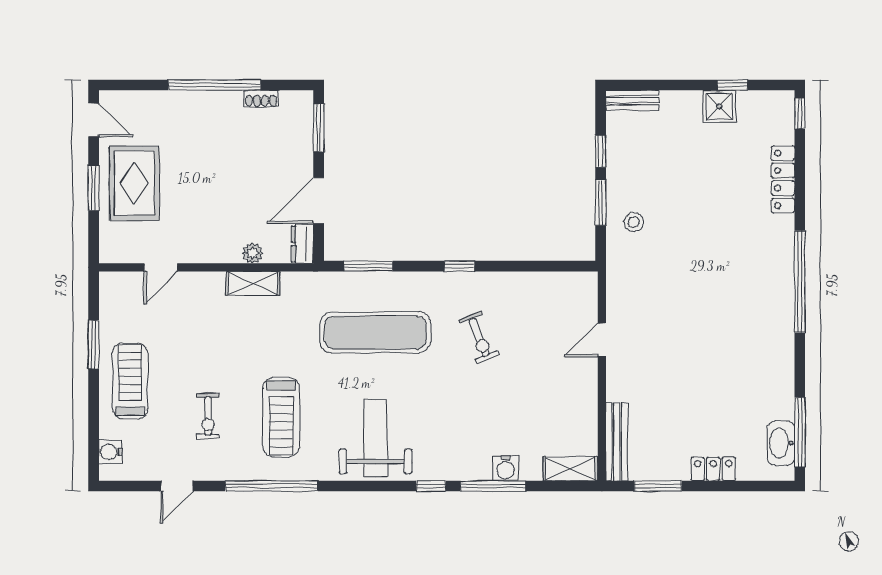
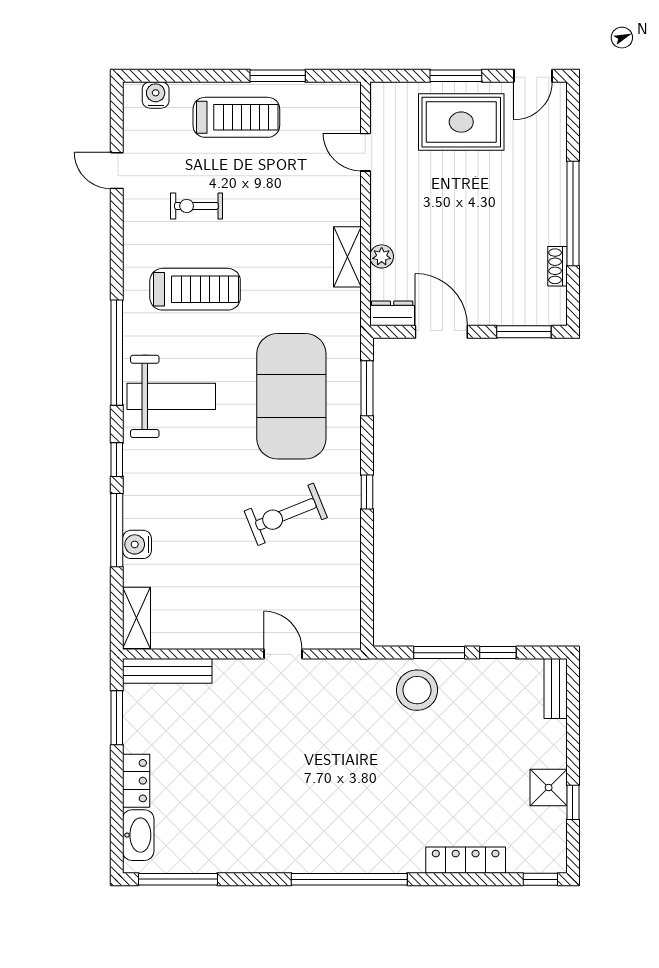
stool: (634, 222) -> (417, 690), width x1.89, depth x1.89
exercise mat: (375, 332) -> (291, 396), width x1.47
exercise bike: (479, 337) -> (286, 514), width x1.38, depth x1.39
treadmill: (281, 417) -> (195, 289), turned 180
washbasin: (781, 443) -> (138, 835), moved, turned 90
window: (272, 486) -> (117, 353), moved

